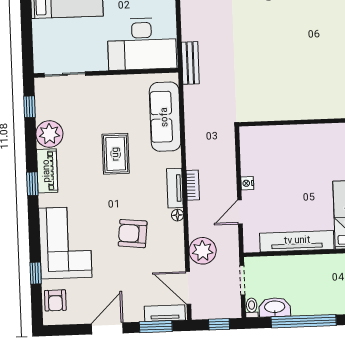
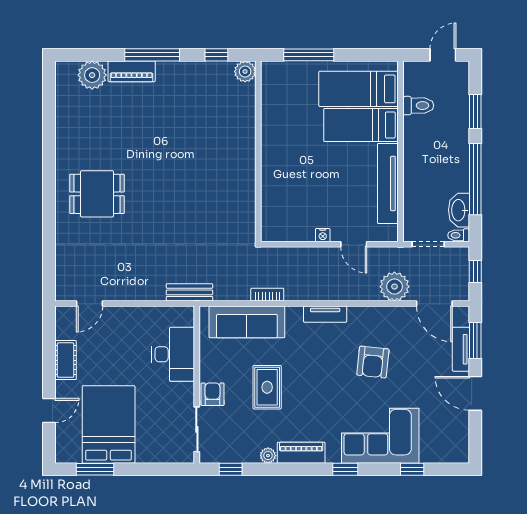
desk: (142, 44) -> (173, 354), width x0.73, depth x0.77
plant: (49, 134) -> (268, 456), width x0.53, depth x0.53
rug: (116, 154) -> (267, 387), moved, turned 90
window: (32, 184) -> (345, 469), moved
bookcase: (193, 185) -> (267, 295), moved
floor lamp: (177, 215) -> (355, 312), removed
door: (188, 288) -> (434, 304), hinge flipped
armchair: (55, 300) -> (212, 394), moved, turned -90
tv unit: (165, 313) -> (461, 349), moved

